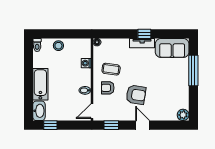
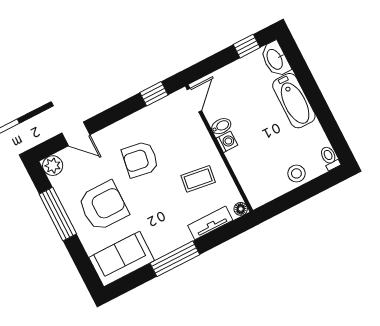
window: (144, 34) -> (175, 259), width x2.17
tv unit: (142, 43) -> (210, 223), moved
washing machine: (86, 63) -> (227, 142), moved
window: (193, 70) -> (58, 214), moved
armchair: (108, 88) -> (103, 206), moved, width x1.88, depth x1.88
door: (143, 125) -> (76, 134), moved

